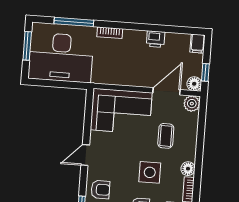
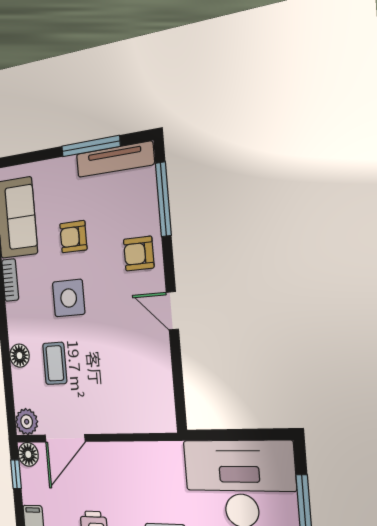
corner sofa: (121, 111) -> (127, 397), removed
door: (85, 155) -> (172, 311), swing flipped
floor lamp: (188, 169) -> (19, 356), moved

